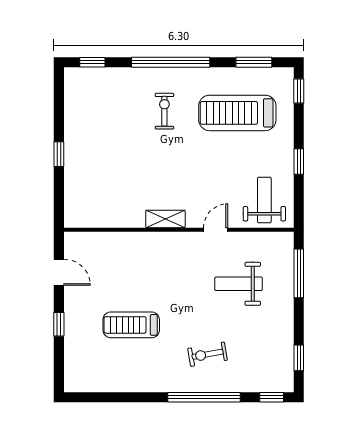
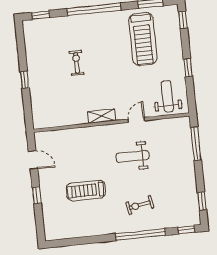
exercise bike: (164, 111) -> (76, 63), moved
treadmill: (237, 113) -> (143, 39), turned -90
weight bench: (239, 284) -> (132, 156), moved

